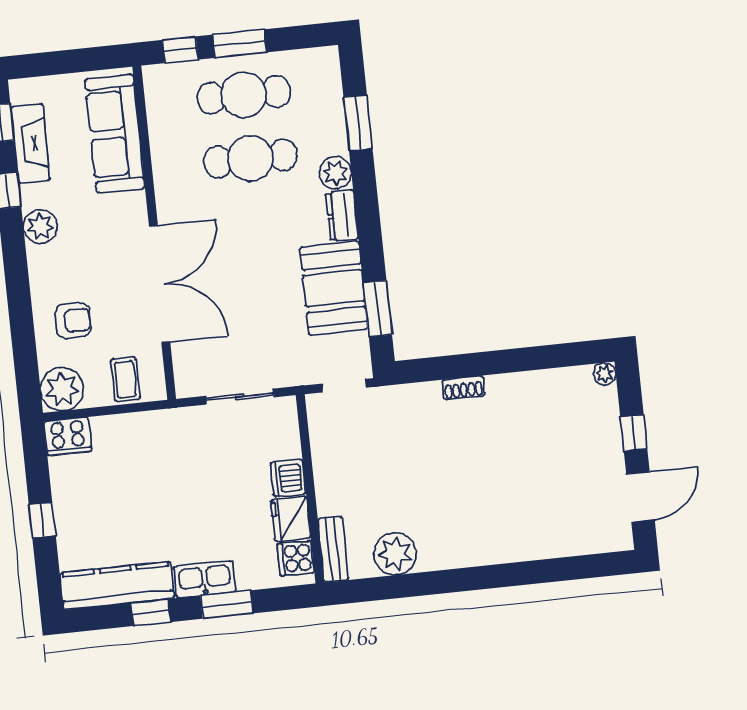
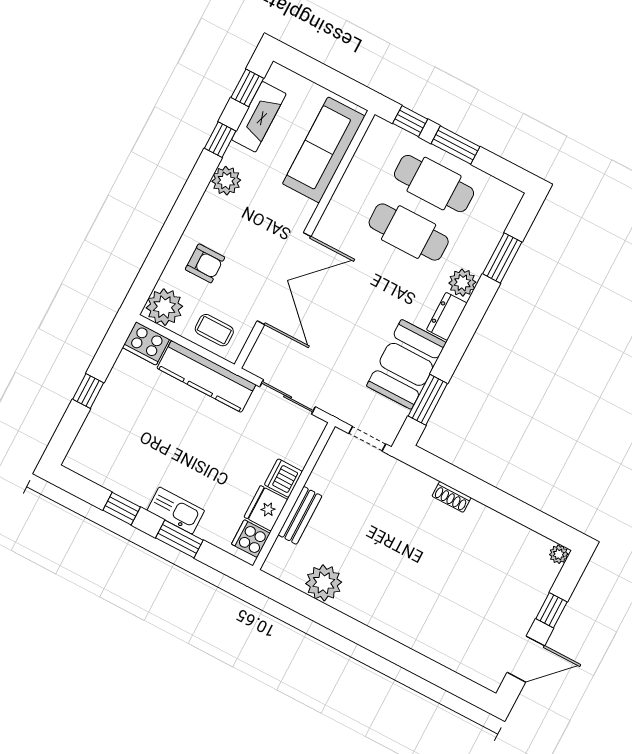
coffee table: (125, 379) -> (214, 330), turned 90
bench: (333, 549) -> (300, 515), moved
kitchen counter: (117, 586) -> (206, 376), moved, turned 180

